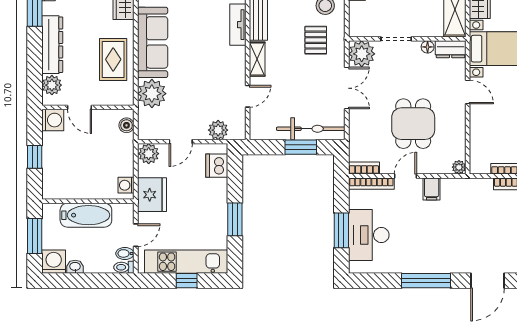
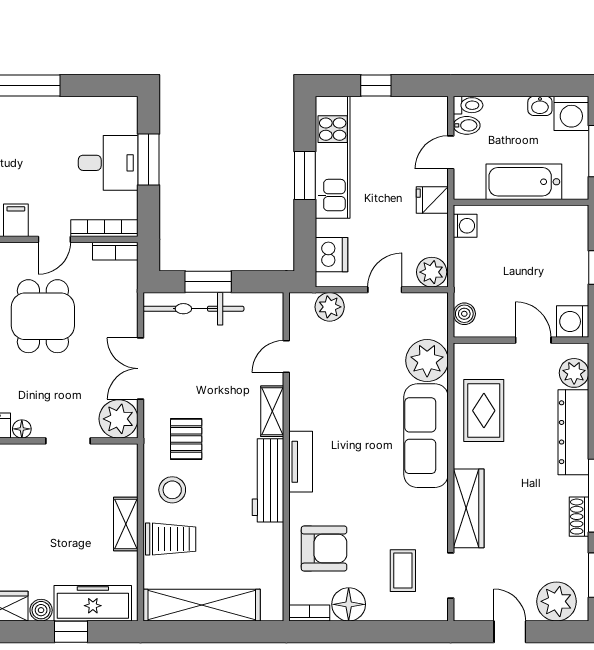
fridge: (152, 195) -> (432, 200), width x0.53, depth x0.75
desk: (369, 235) -> (108, 163), width x0.73
kitchen unit: (186, 262) -> (333, 157), moved, turned -90

